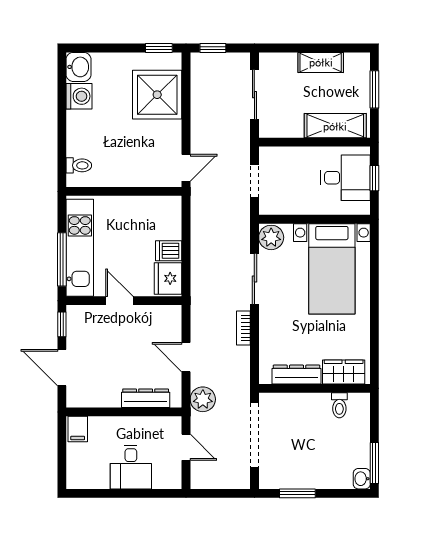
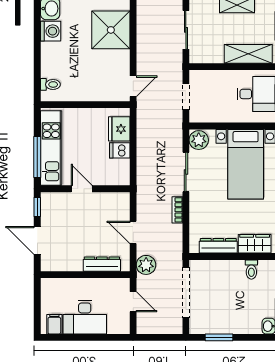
fridge: (168, 278) -> (119, 129), moved
filing cabinet: (78, 429) -> (54, 324), moved, turned 180
desk: (131, 467) -> (85, 317), width x1.37

